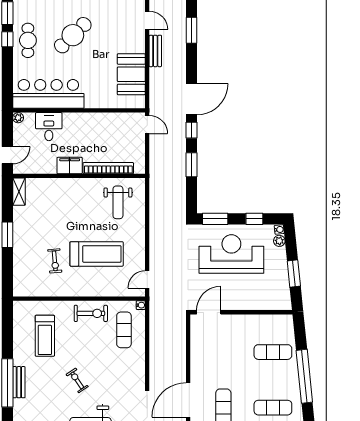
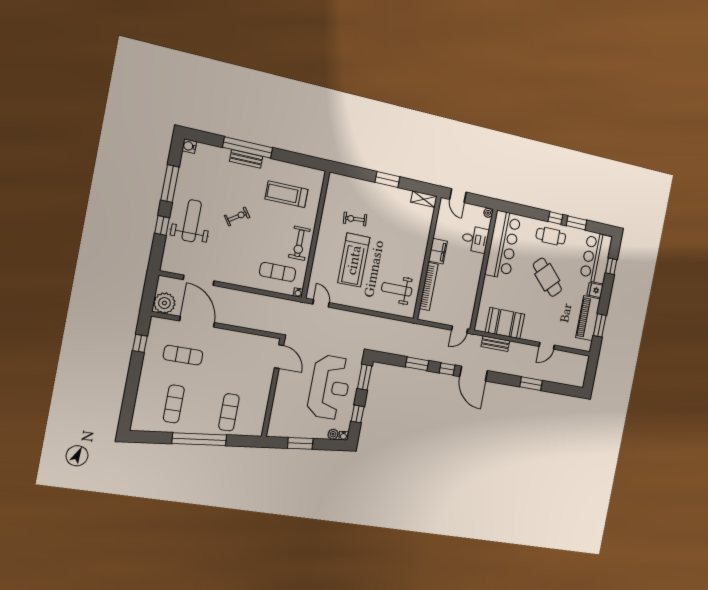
bench: (155, 51) -> (495, 344), moved

